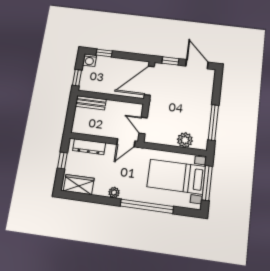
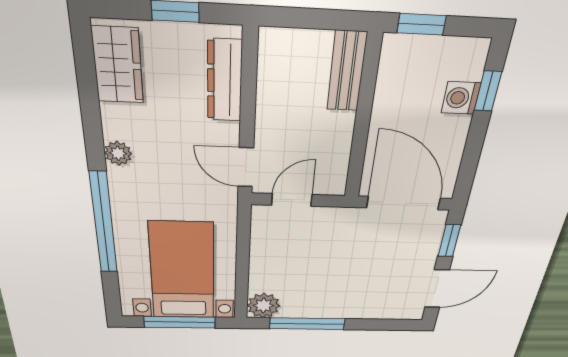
washing machine: (90, 60) -> (461, 98), moved
plant: (185, 140) -> (263, 306), moved

